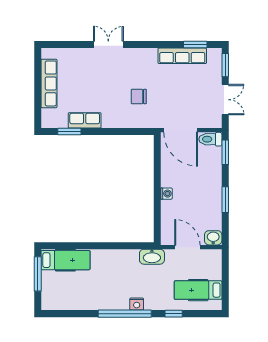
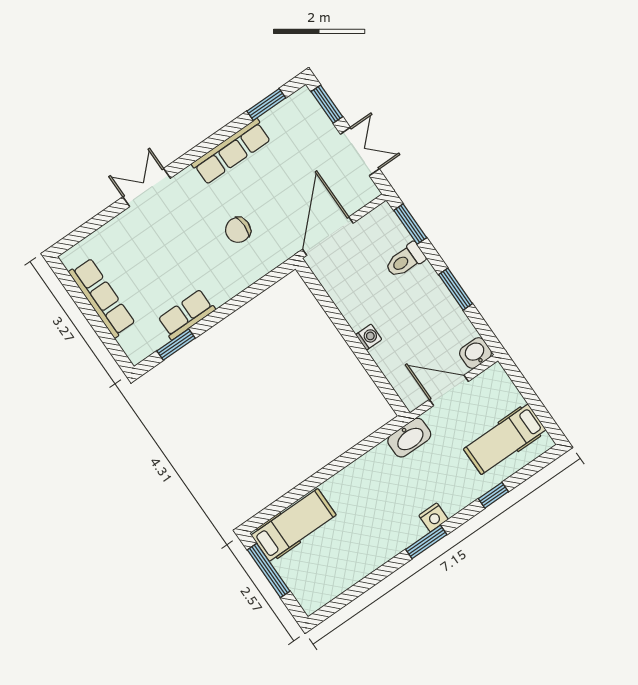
row of seats: (182, 56) -> (231, 152), moved
door: (181, 130) -> (328, 236), swing flipped
toilet: (210, 139) -> (405, 260), moved
window: (125, 314) -> (426, 542), width x0.47

